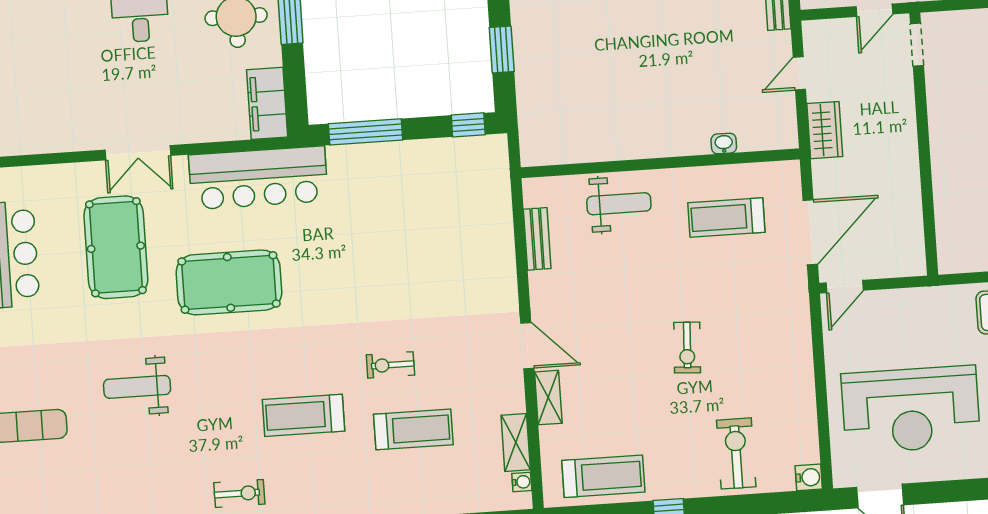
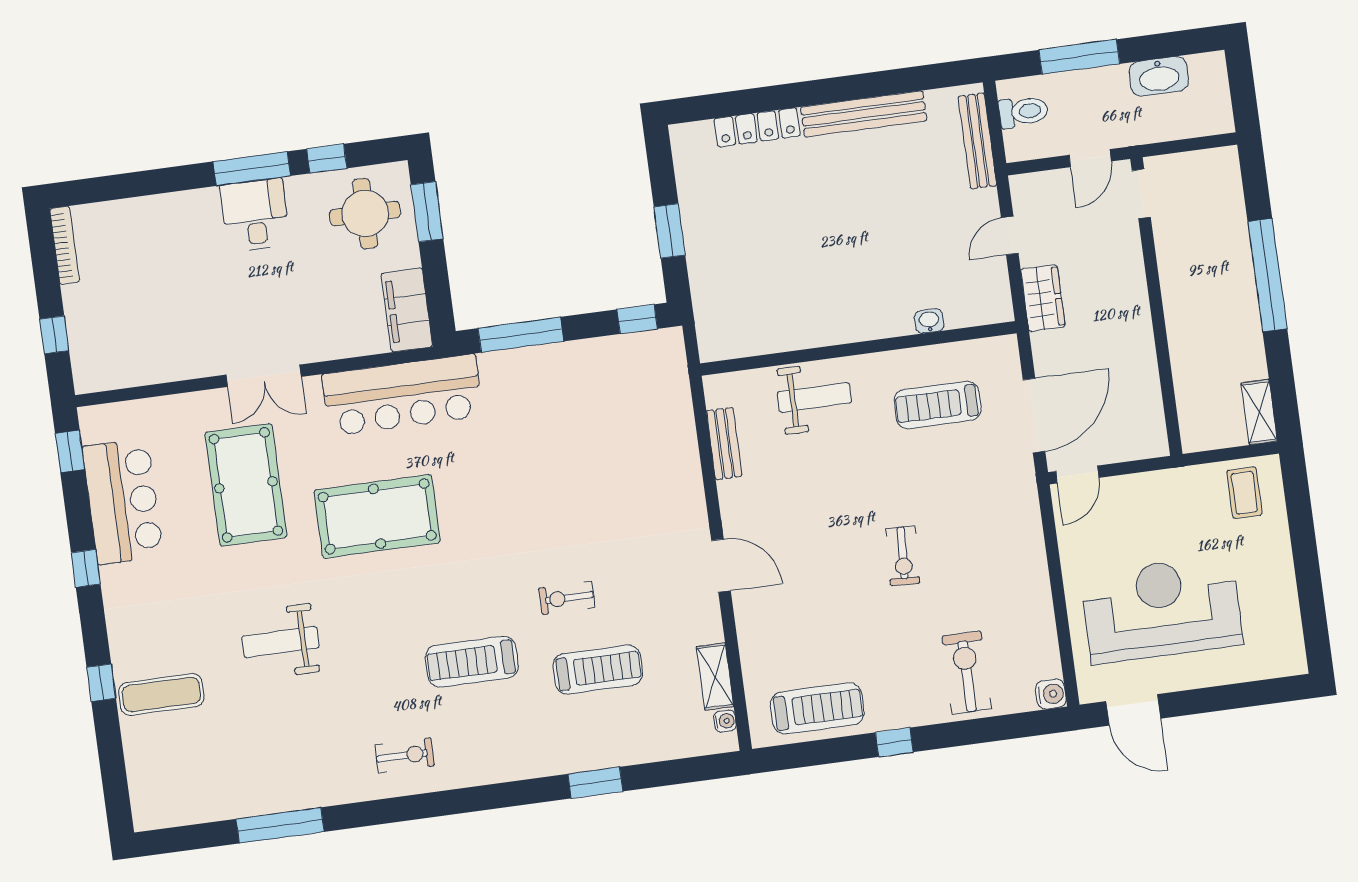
shelving: (548, 398) -> (749, 623), removed
reception desk: (911, 410) -> (1162, 609), turned 180

